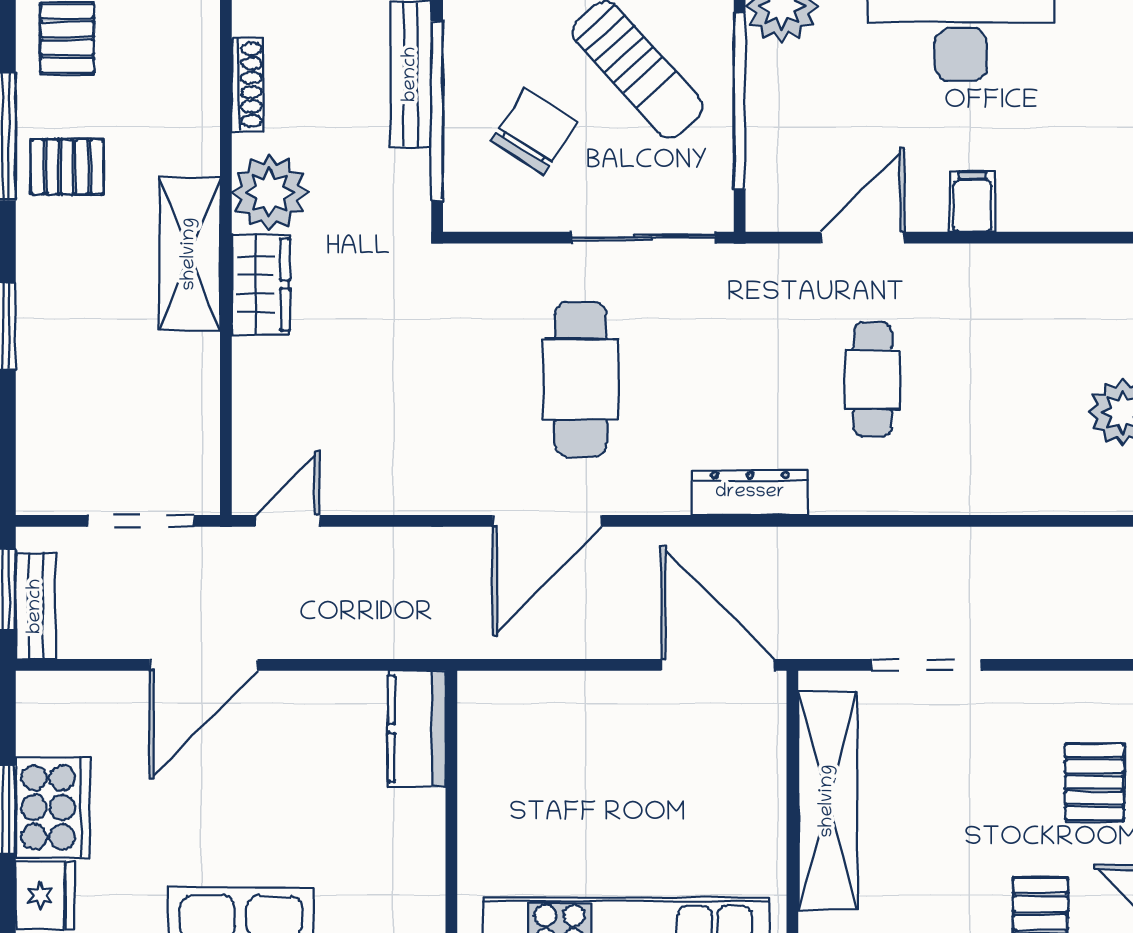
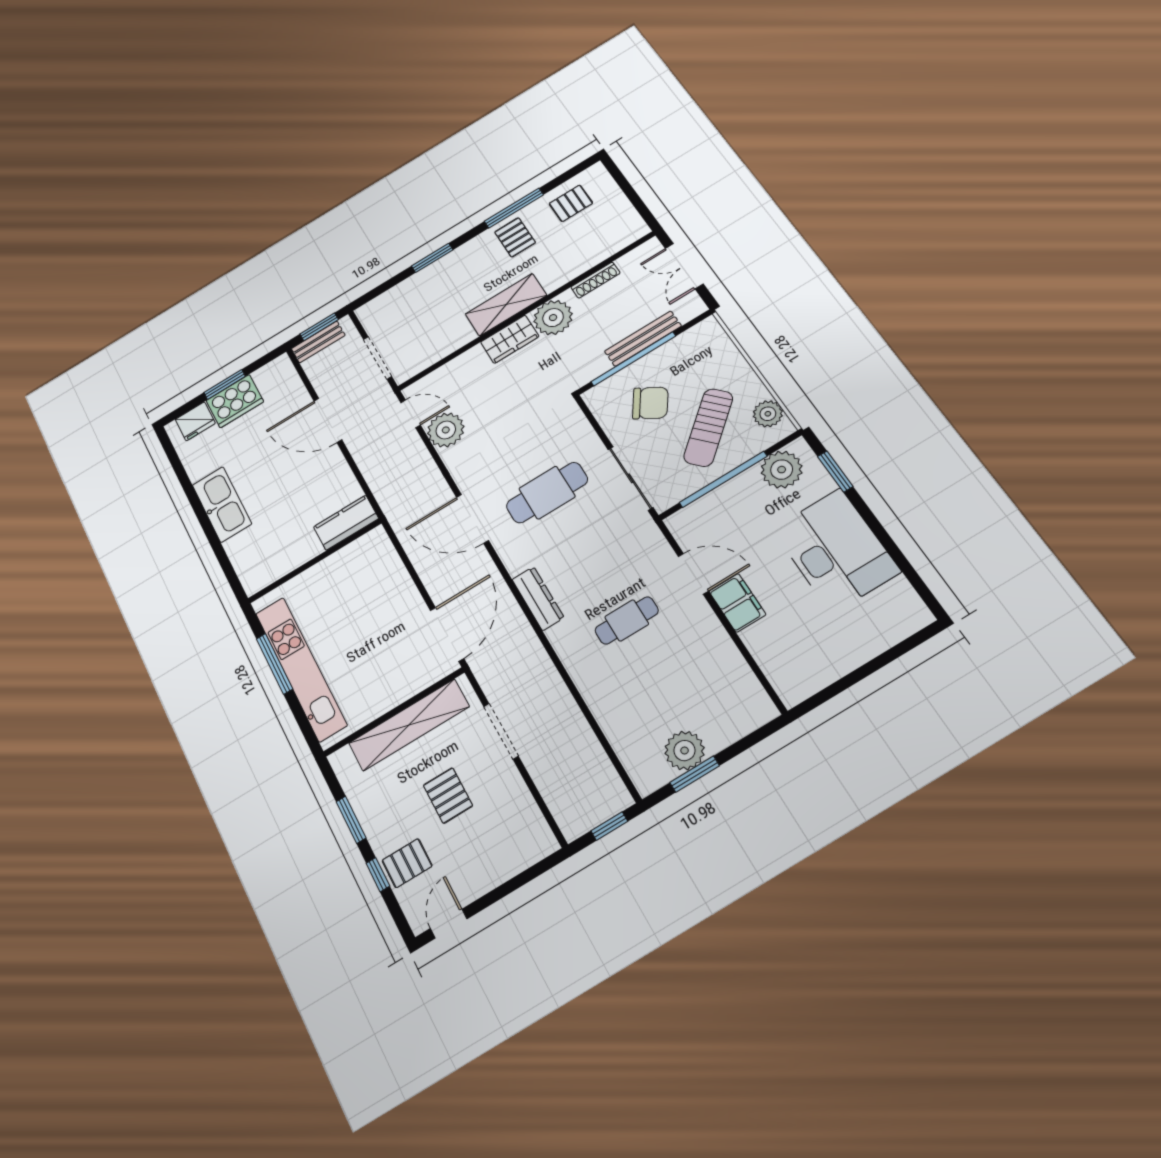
filing cabinet: (972, 202) -> (737, 603), width x2.00
plant: (358, 479) -> (446, 430), added
pallet: (1095, 782) -> (448, 795), moved, turned 90

